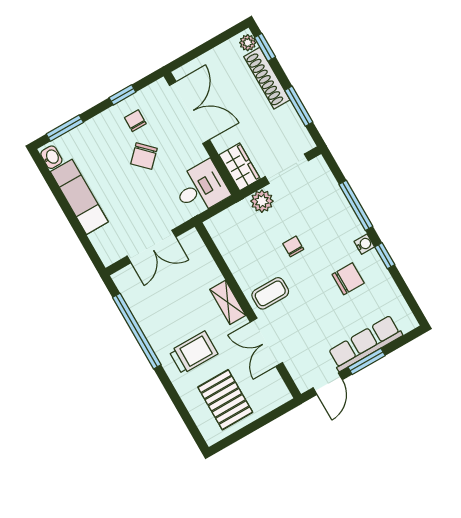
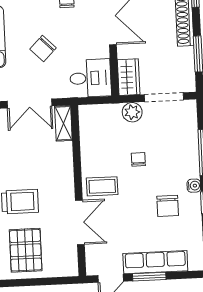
chair: (144, 156) -> (43, 48), moved
chair: (348, 279) -> (168, 206), turned 90
shelving: (228, 302) -> (63, 123), moved
double door: (266, 342) -> (80, 222), swing flipped

